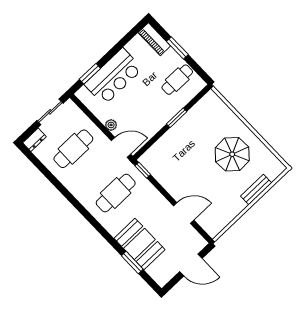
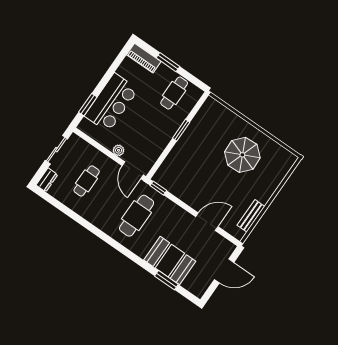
door: (121, 147) -> (133, 170), swing flipped
cafe table: (73, 149) -> (87, 181), width x0.73, depth x0.74
bench: (256, 190) -> (251, 216), moved

